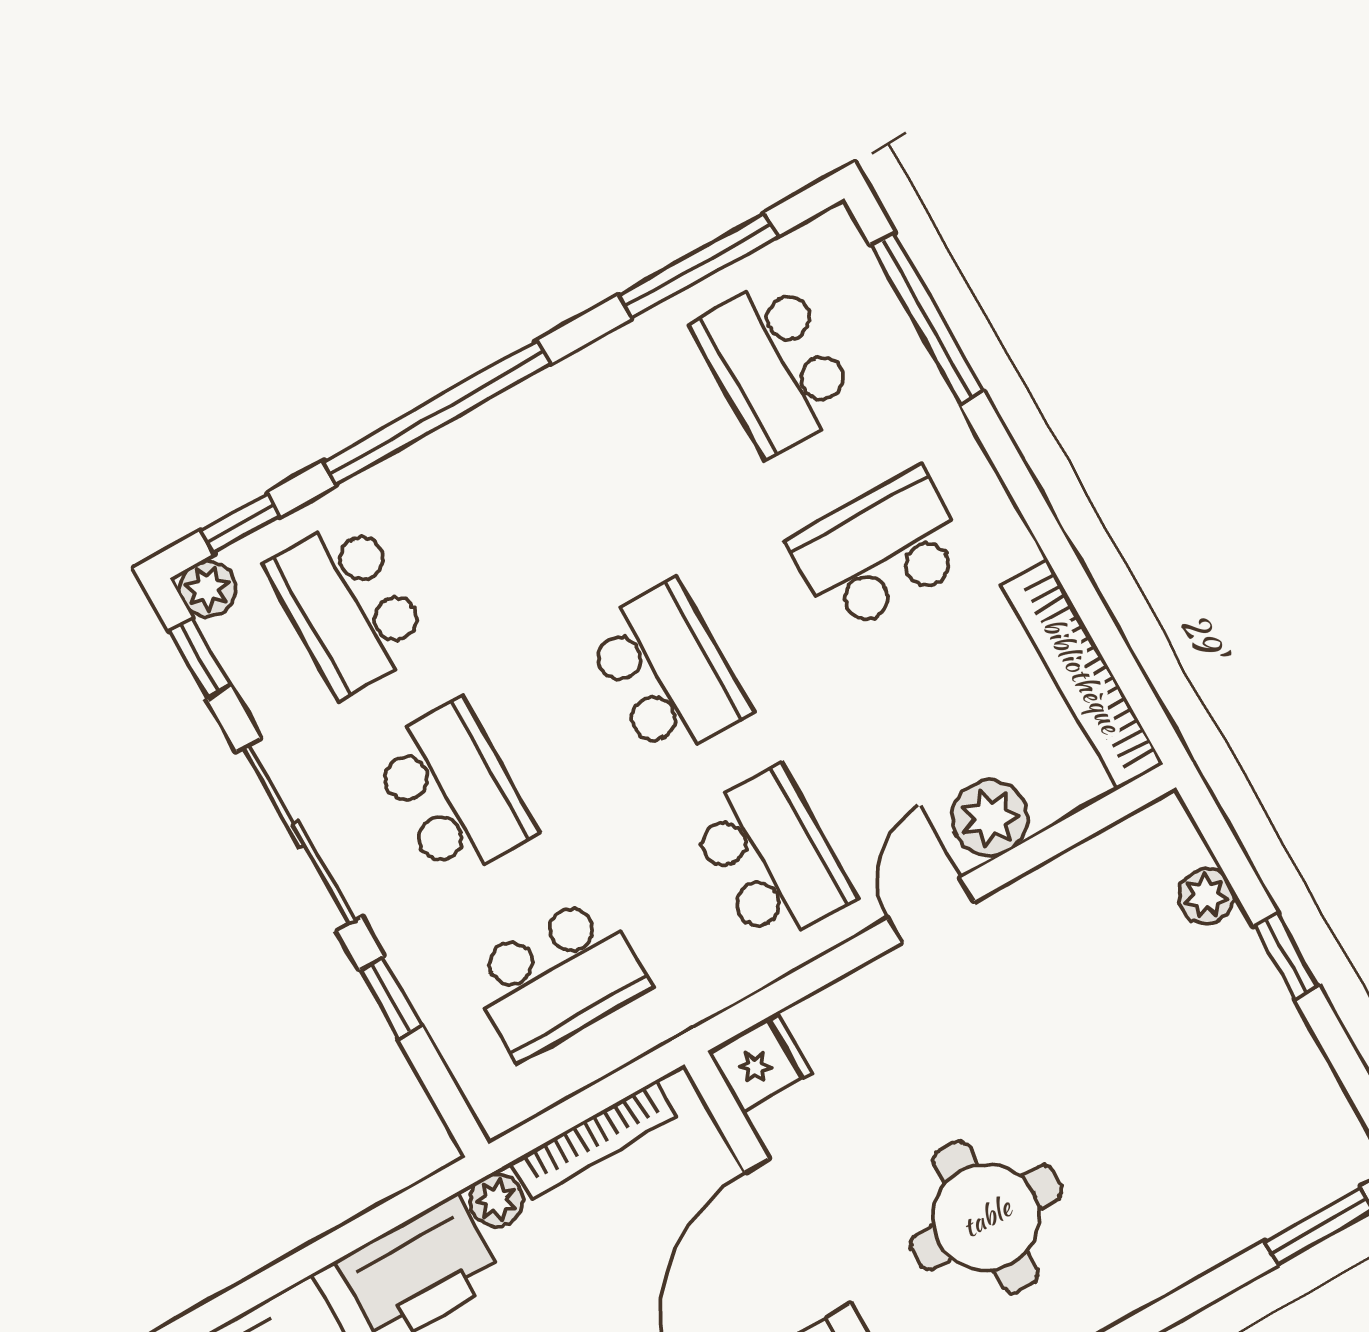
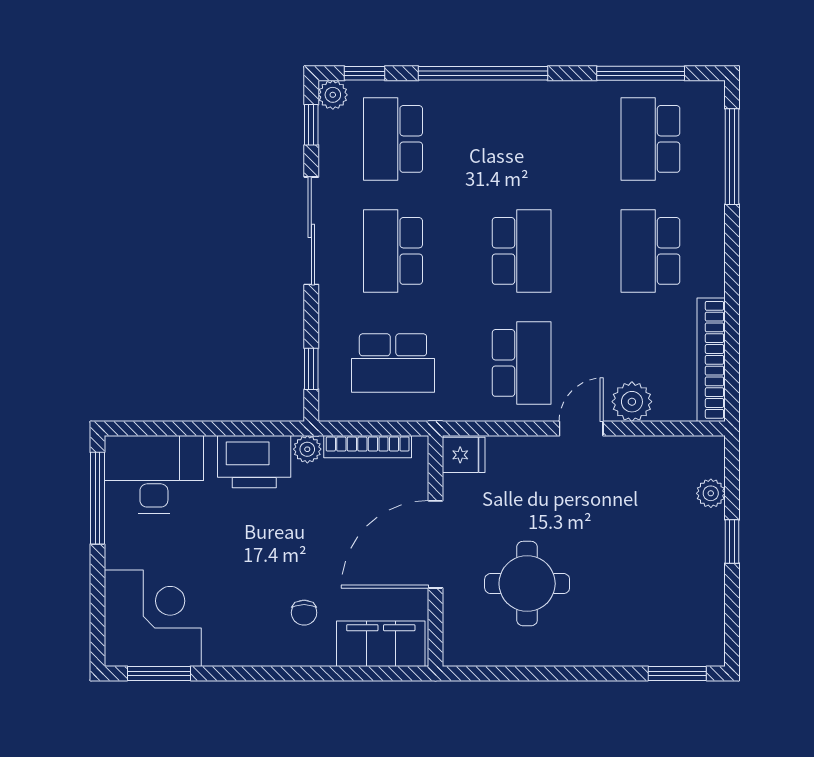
school desk: (880, 551) -> (650, 251), turned -90
school desk: (453, 791) -> (393, 251), turned 180
window: (391, 997) -> (311, 369), moved

